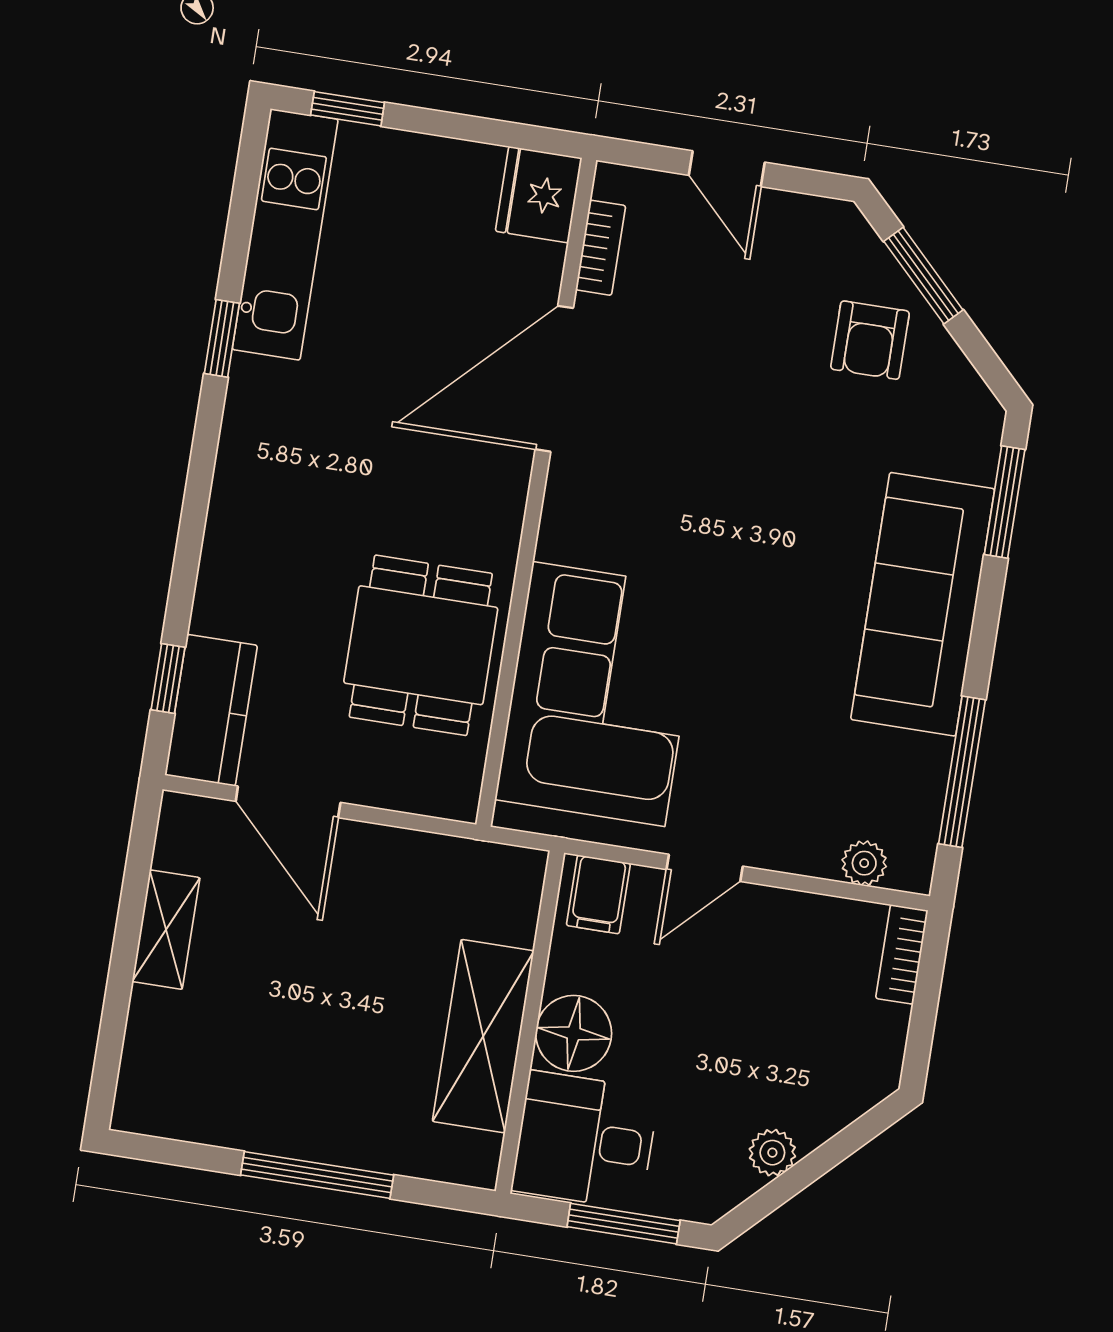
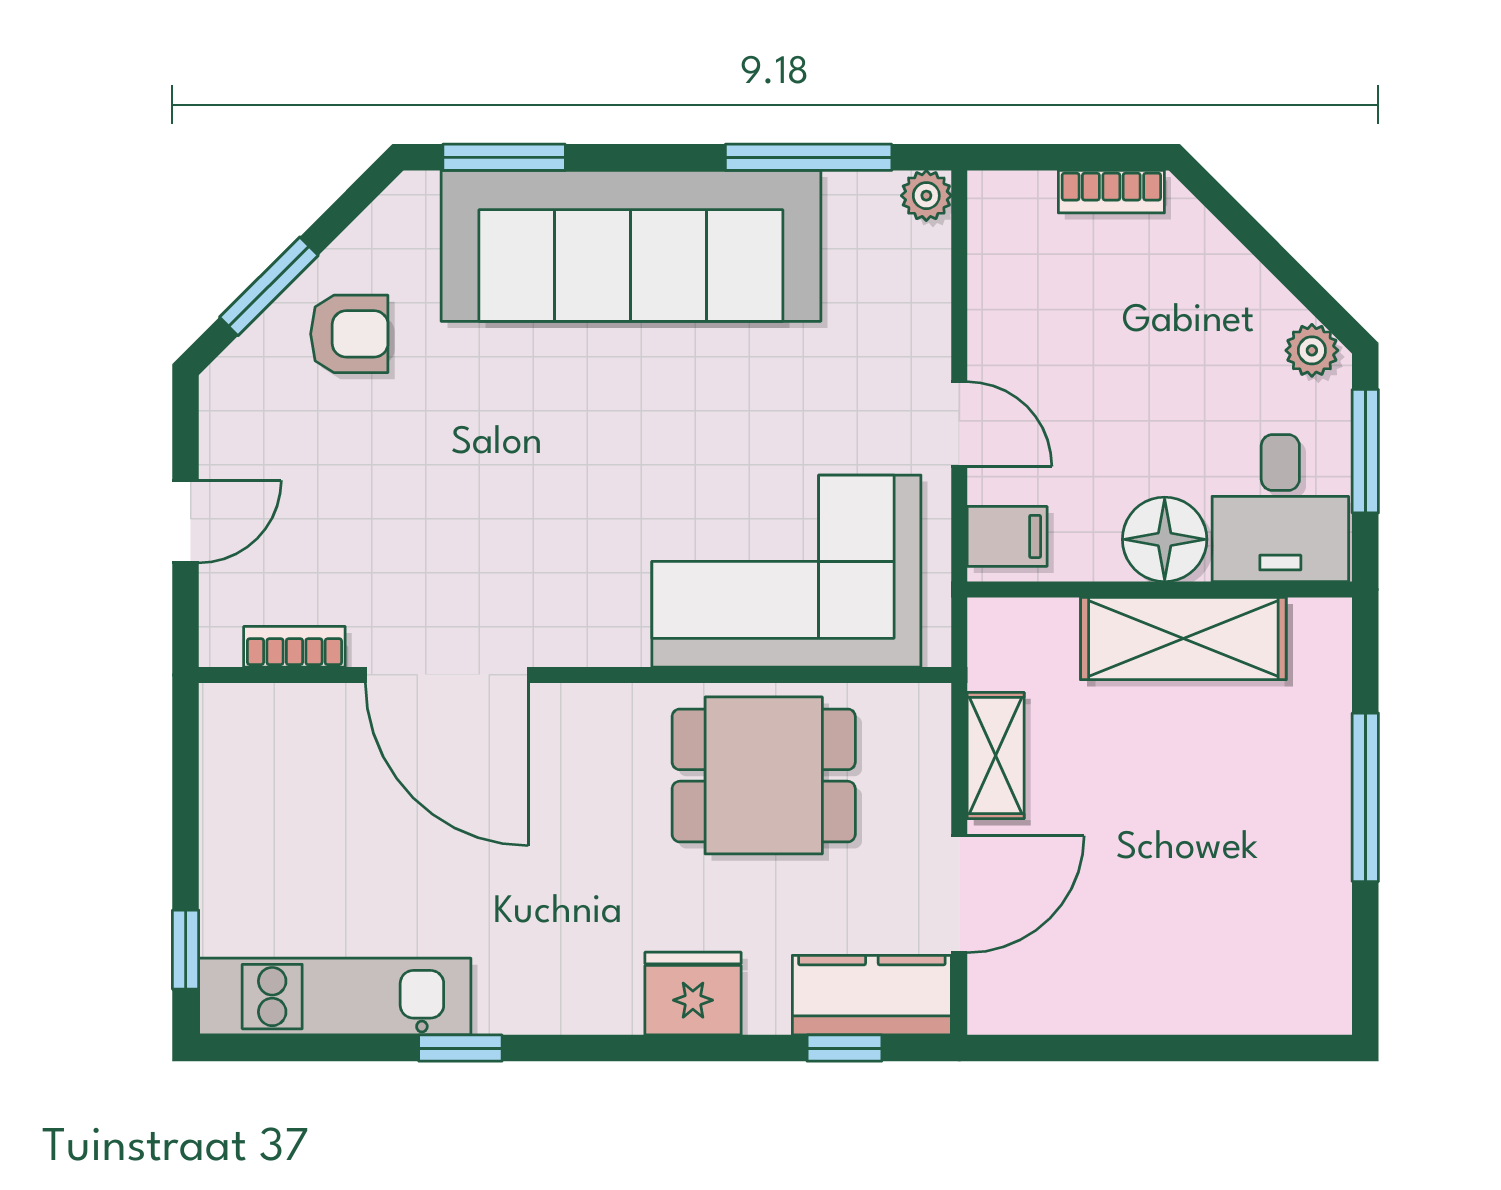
fridge: (539, 195) -> (693, 994), moved, turned 180
sofa: (923, 604) -> (631, 246), width x1.36, depth x1.27
plant: (864, 863) -> (926, 196), moved
shelving: (166, 930) -> (996, 756), moved, turned 90
bookcase: (902, 954) -> (1111, 192), moved
plant: (772, 1153) -> (1312, 350), moved

